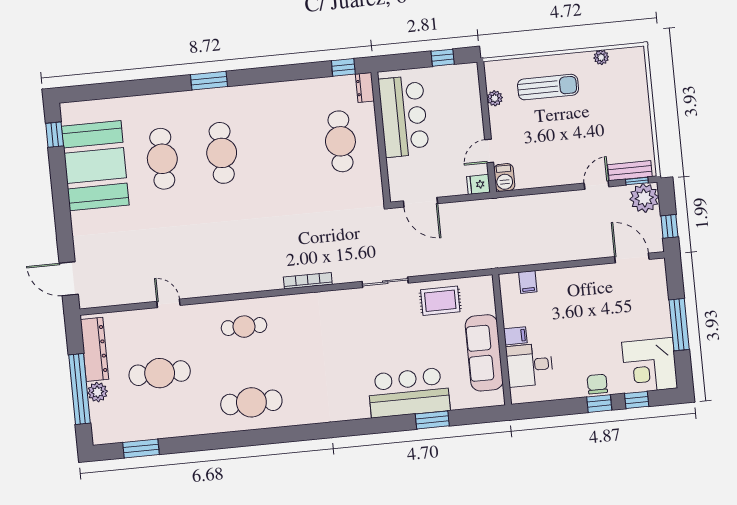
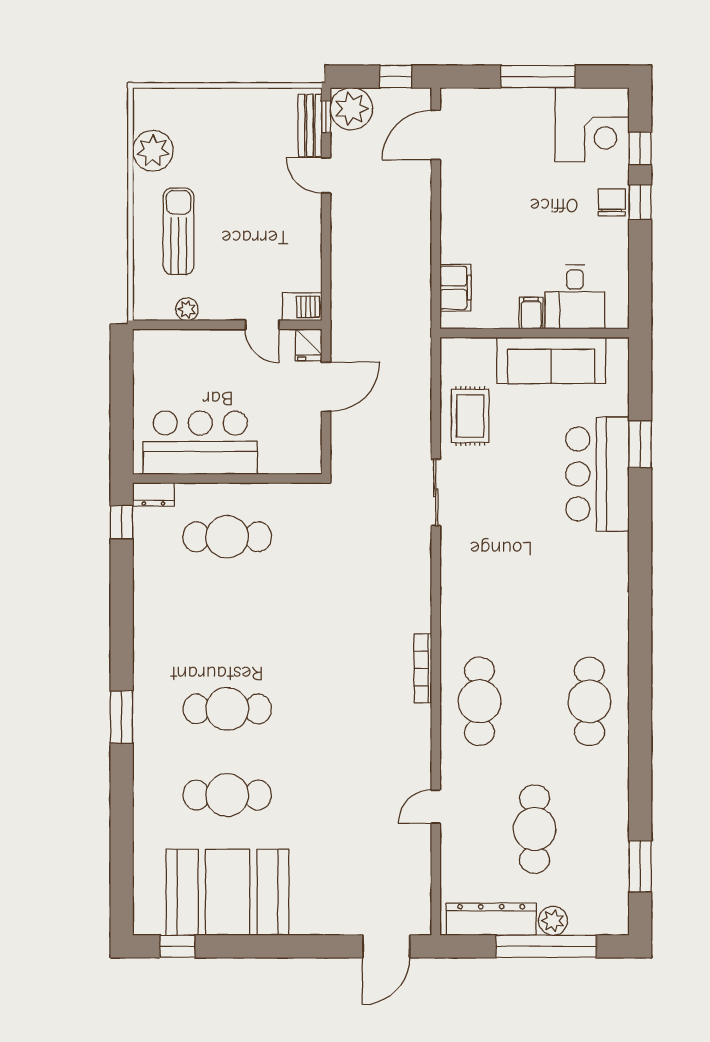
plant: (601, 57) -> (153, 151), width x1.88, depth x1.88
window: (443, 58) -> (122, 378), removed
door: (420, 202) -> (326, 387), moved
bookcase: (308, 281) -> (423, 668), moved
filing cabinet: (528, 282) -> (455, 288), width x2.00
cafe table: (244, 327) -> (480, 701), width x1.37, depth x1.35
chair: (597, 384) -> (612, 202), turned 90

